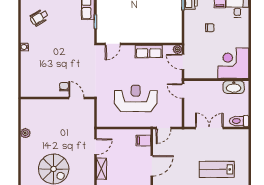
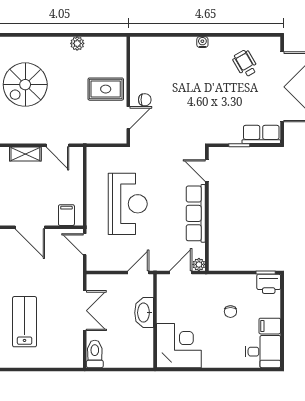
row of seats: (149, 52) -> (196, 213), width x1.48
washbasin: (234, 87) -> (144, 313), moved
rug: (57, 114) -> (106, 89), added

